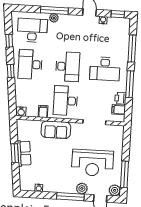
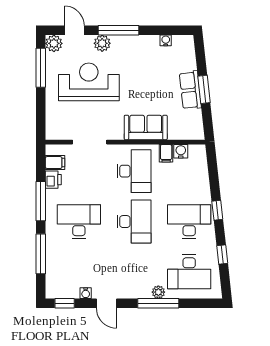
desk: (30, 64) -> (189, 222), turned -90
desk: (68, 67) -> (134, 222), turned 180
water cooler: (21, 112) -> (181, 151), moved

